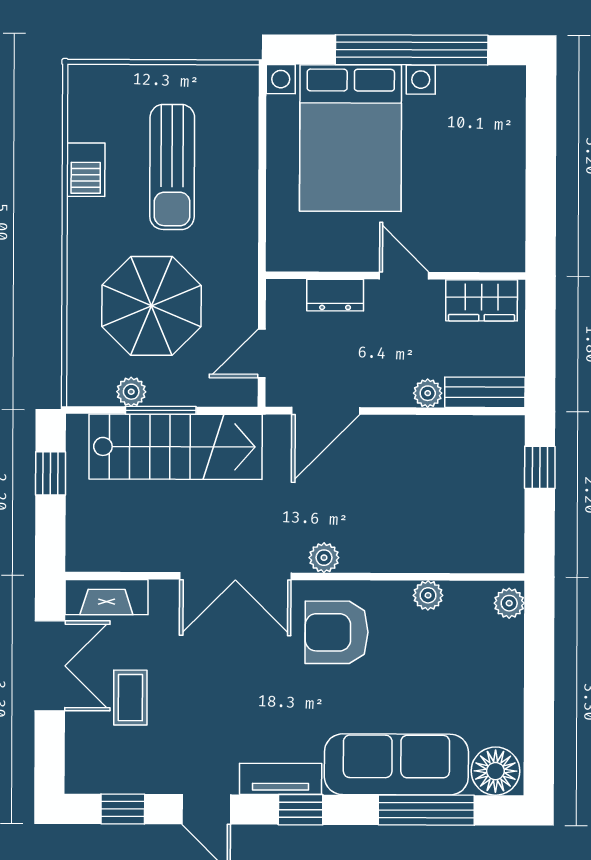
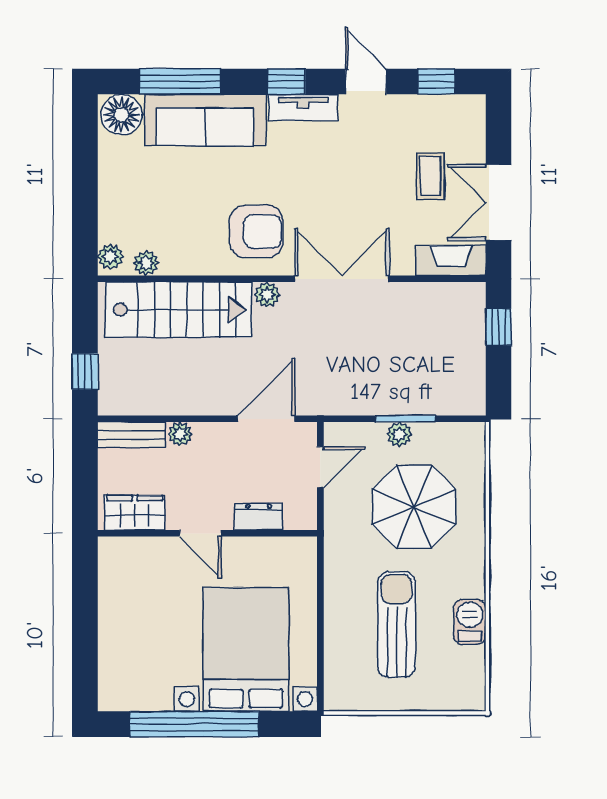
plant: (131, 392) -> (399, 434), moved
stairs: (176, 447) -> (179, 310), moved, turned 180
window: (51, 473) -> (499, 327), moved
plant: (428, 595) -> (146, 263), moved

